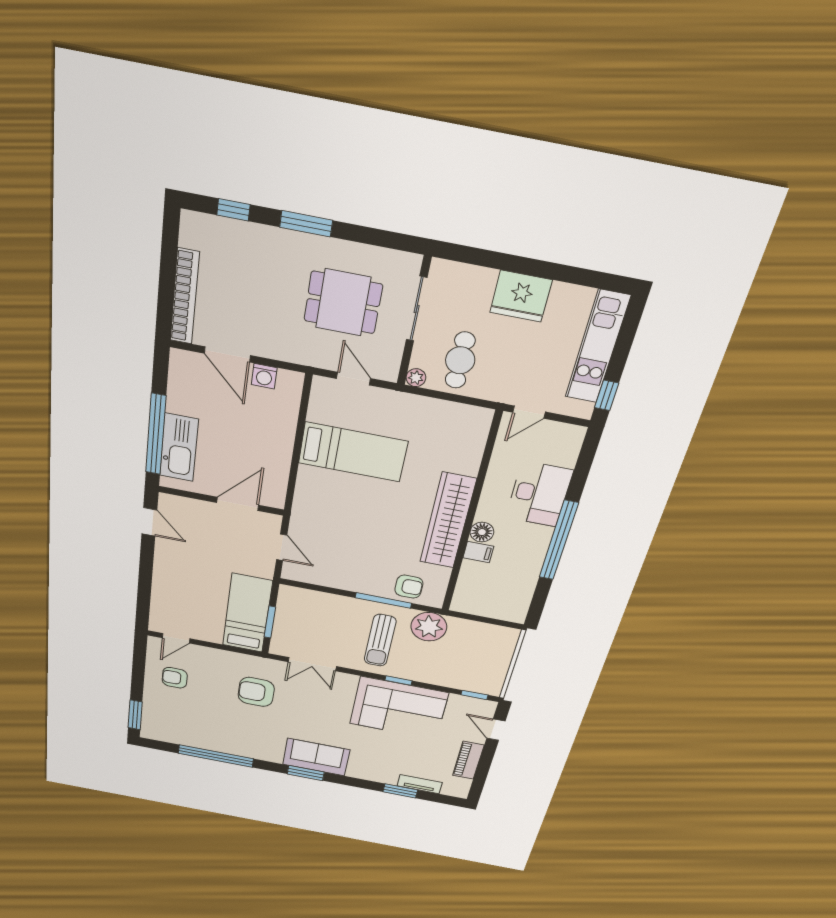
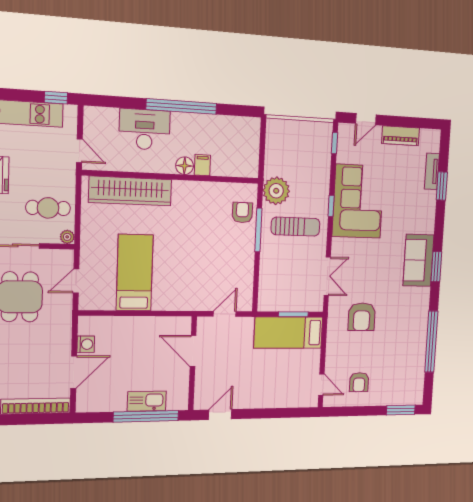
kitchen sink: (179, 447) -> (147, 401), width x0.73, depth x0.81
wardrobe: (448, 521) -> (130, 191), moved

